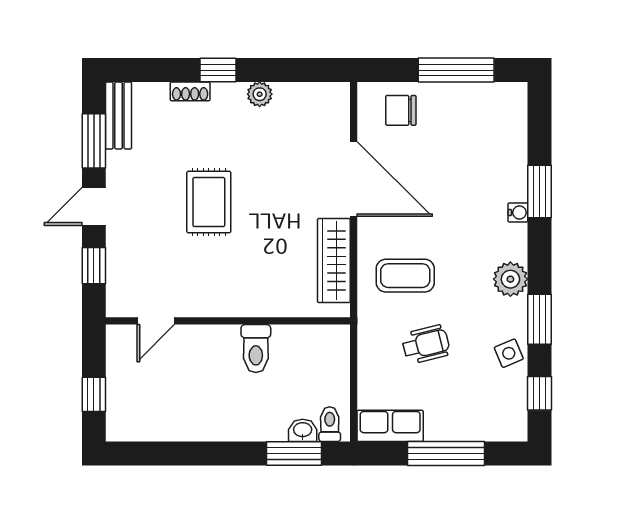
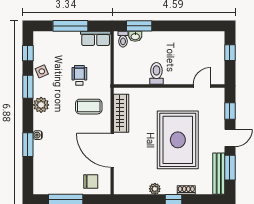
bench: (119, 115) -> (219, 174), width x1.36
rug: (209, 202) -> (178, 140), width x1.86, depth x2.06
wheelchair: (426, 344) -> (79, 75), turned 104

